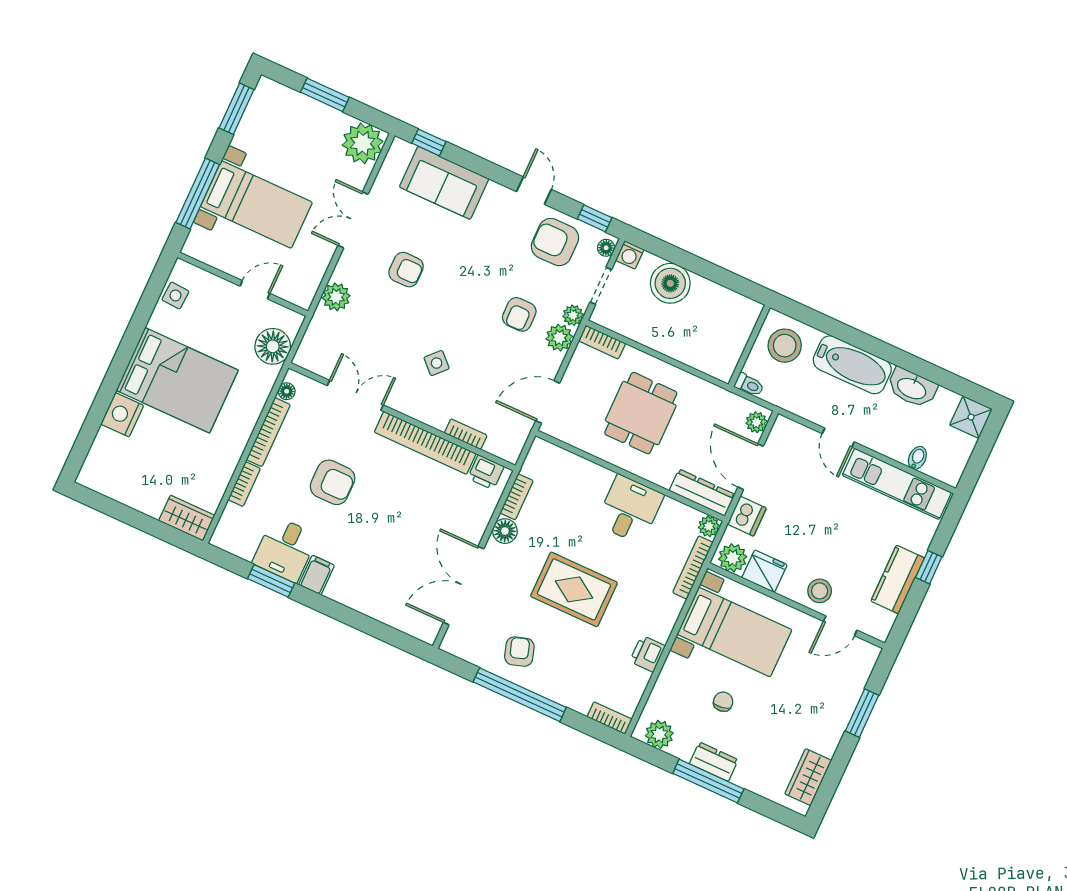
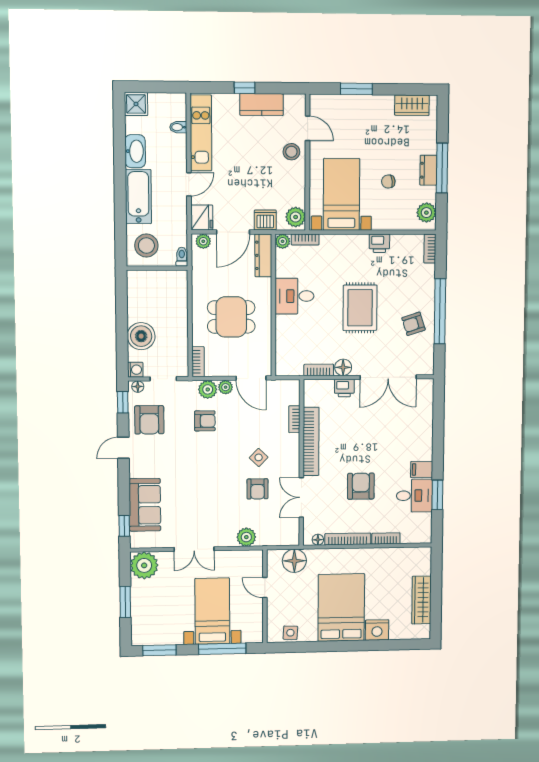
armchair: (406, 270) -> (257, 489), moved, turned 180
plant: (573, 315) -> (226, 387), moved
printer: (486, 472) -> (344, 388), moved, turned 90
wardrobe: (187, 518) -> (421, 600), moved, width x1.50
bookcase: (693, 567) -> (305, 239), width x0.64
fridge: (764, 571) -> (202, 217), moved, turned 180

